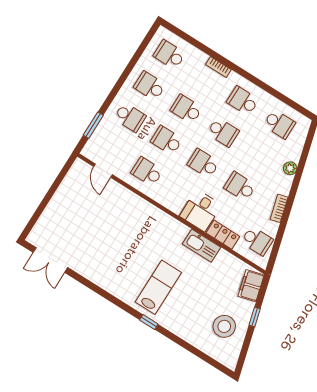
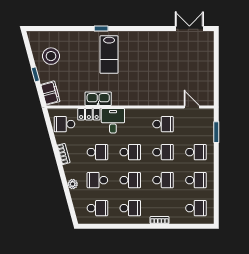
school desk: (130, 117) -> (196, 152), turned 180
school desk: (279, 124) -> (97, 208), turned 180
school desk: (223, 132) -> (130, 180), turned 180
school desk: (260, 155) -> (97, 180), added

